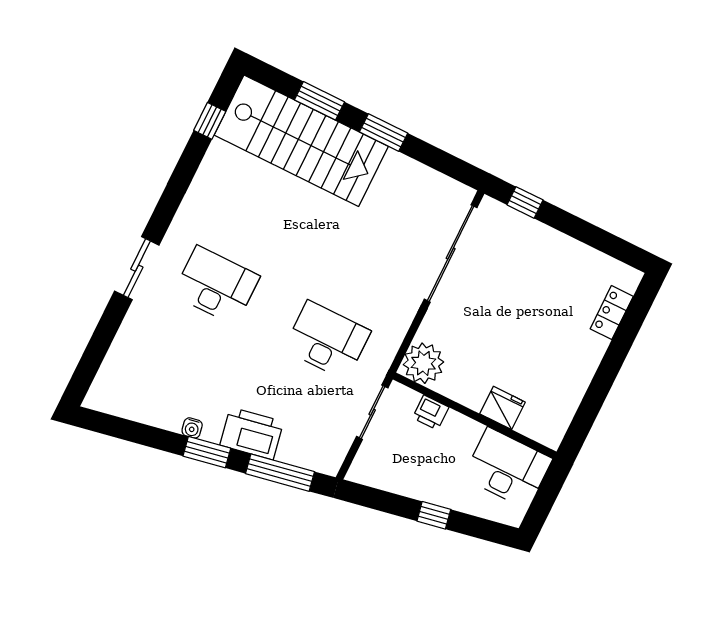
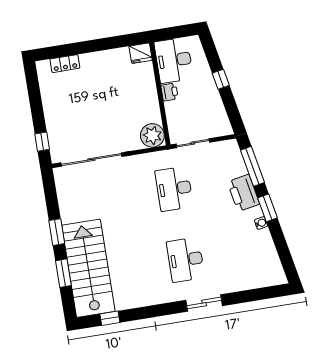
fridge: (502, 408) -> (141, 53), moved, turned -90
printer: (431, 412) -> (169, 92), moved

